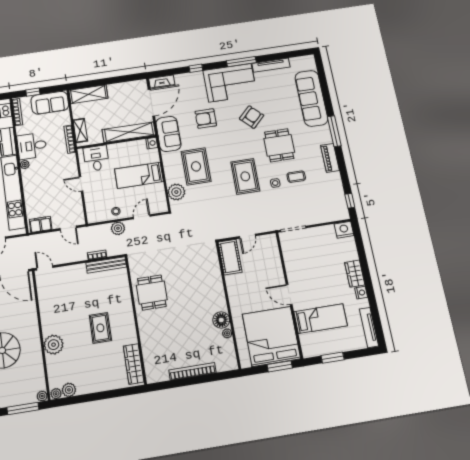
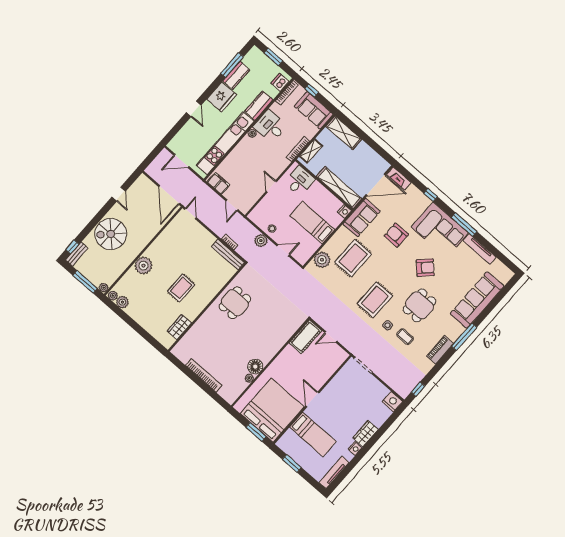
wardrobe: (134, 364) -> (179, 327), width x0.67

